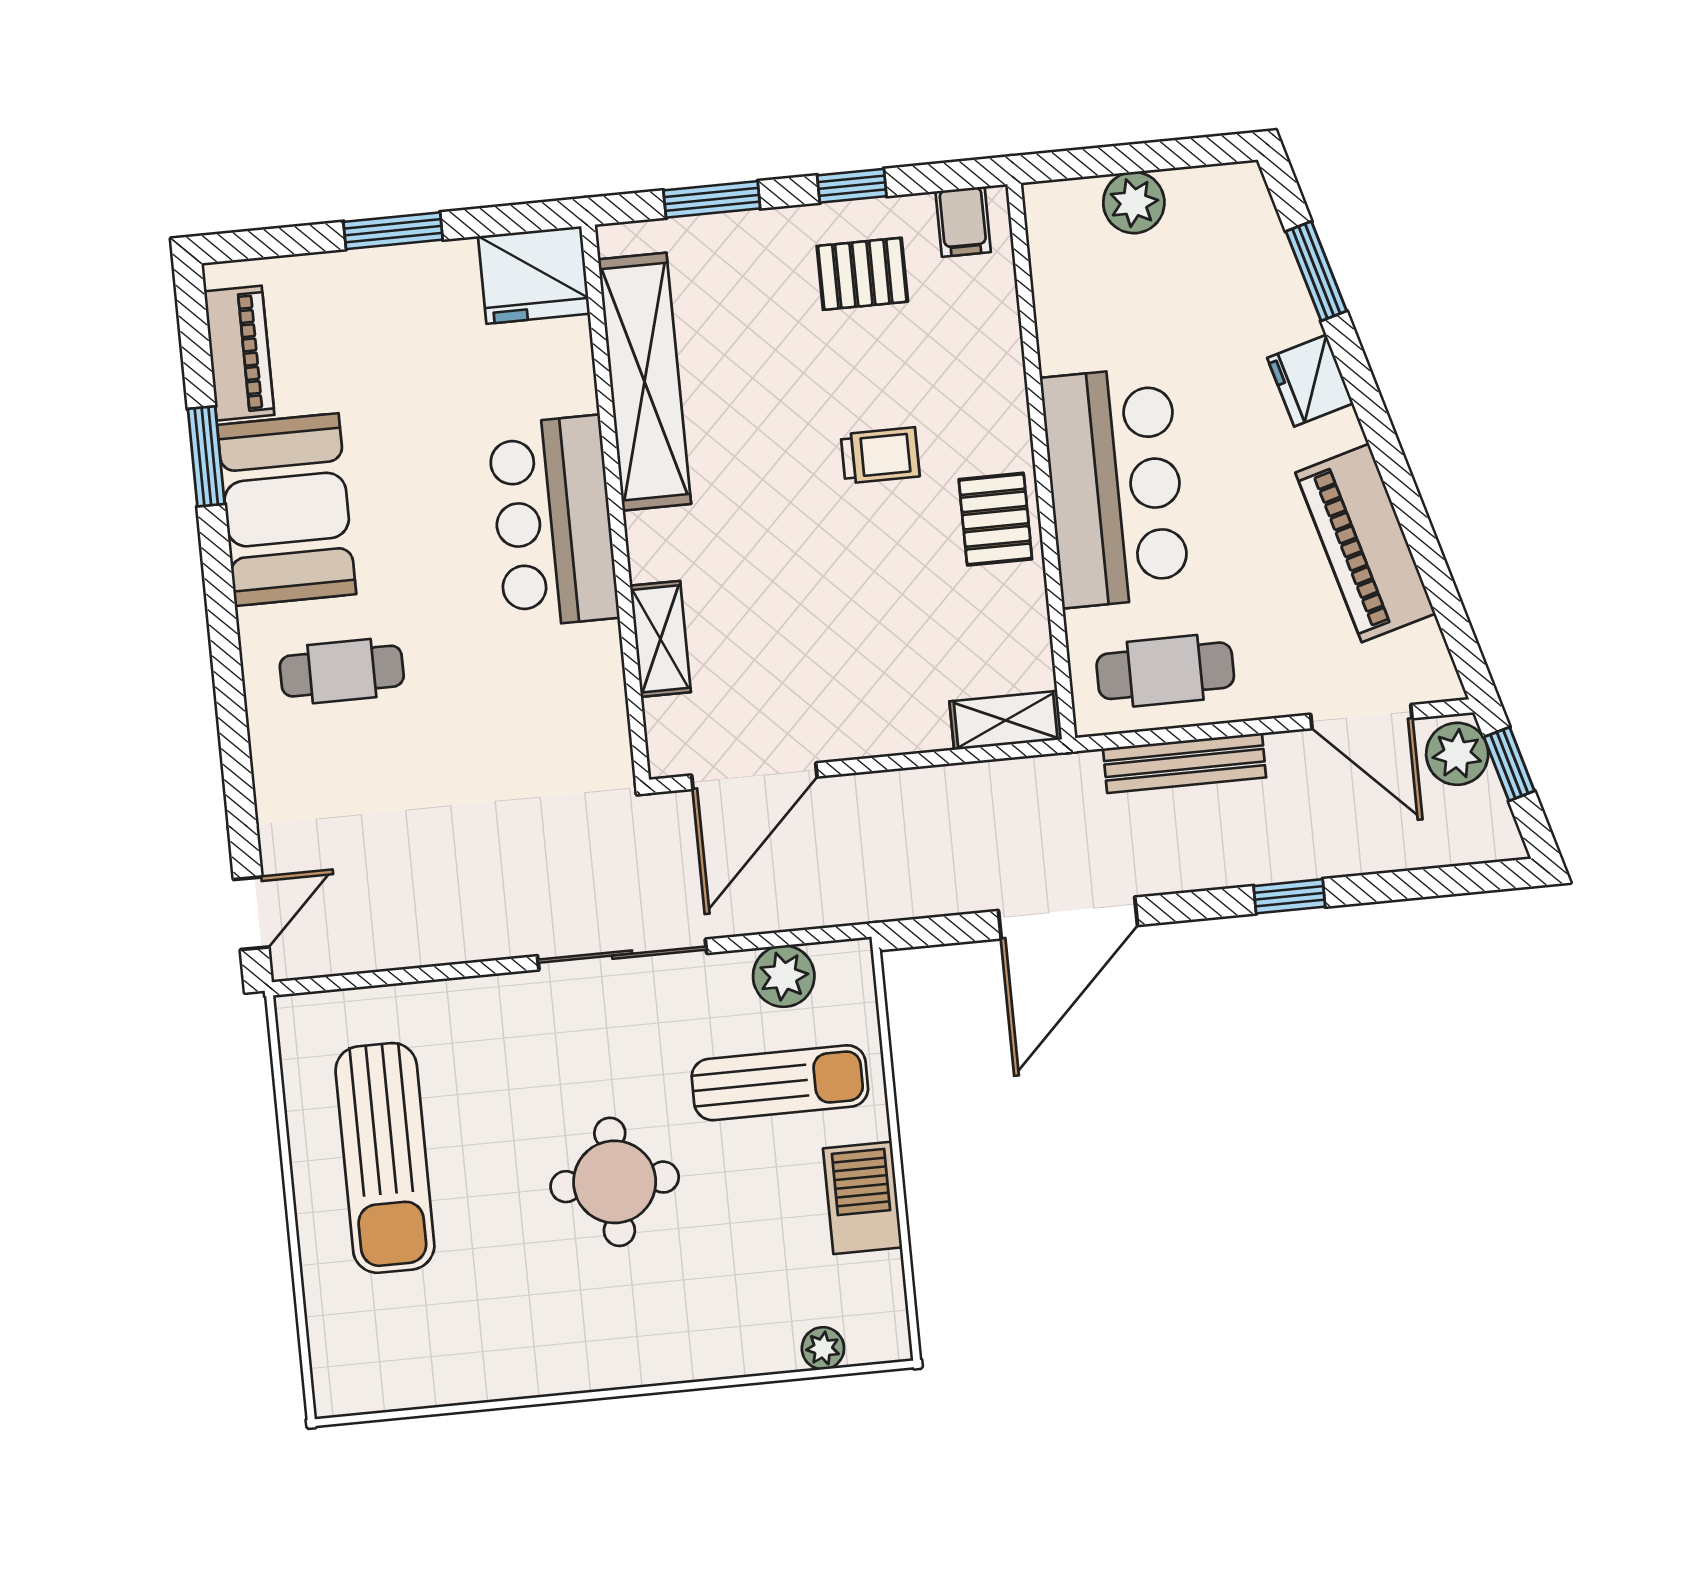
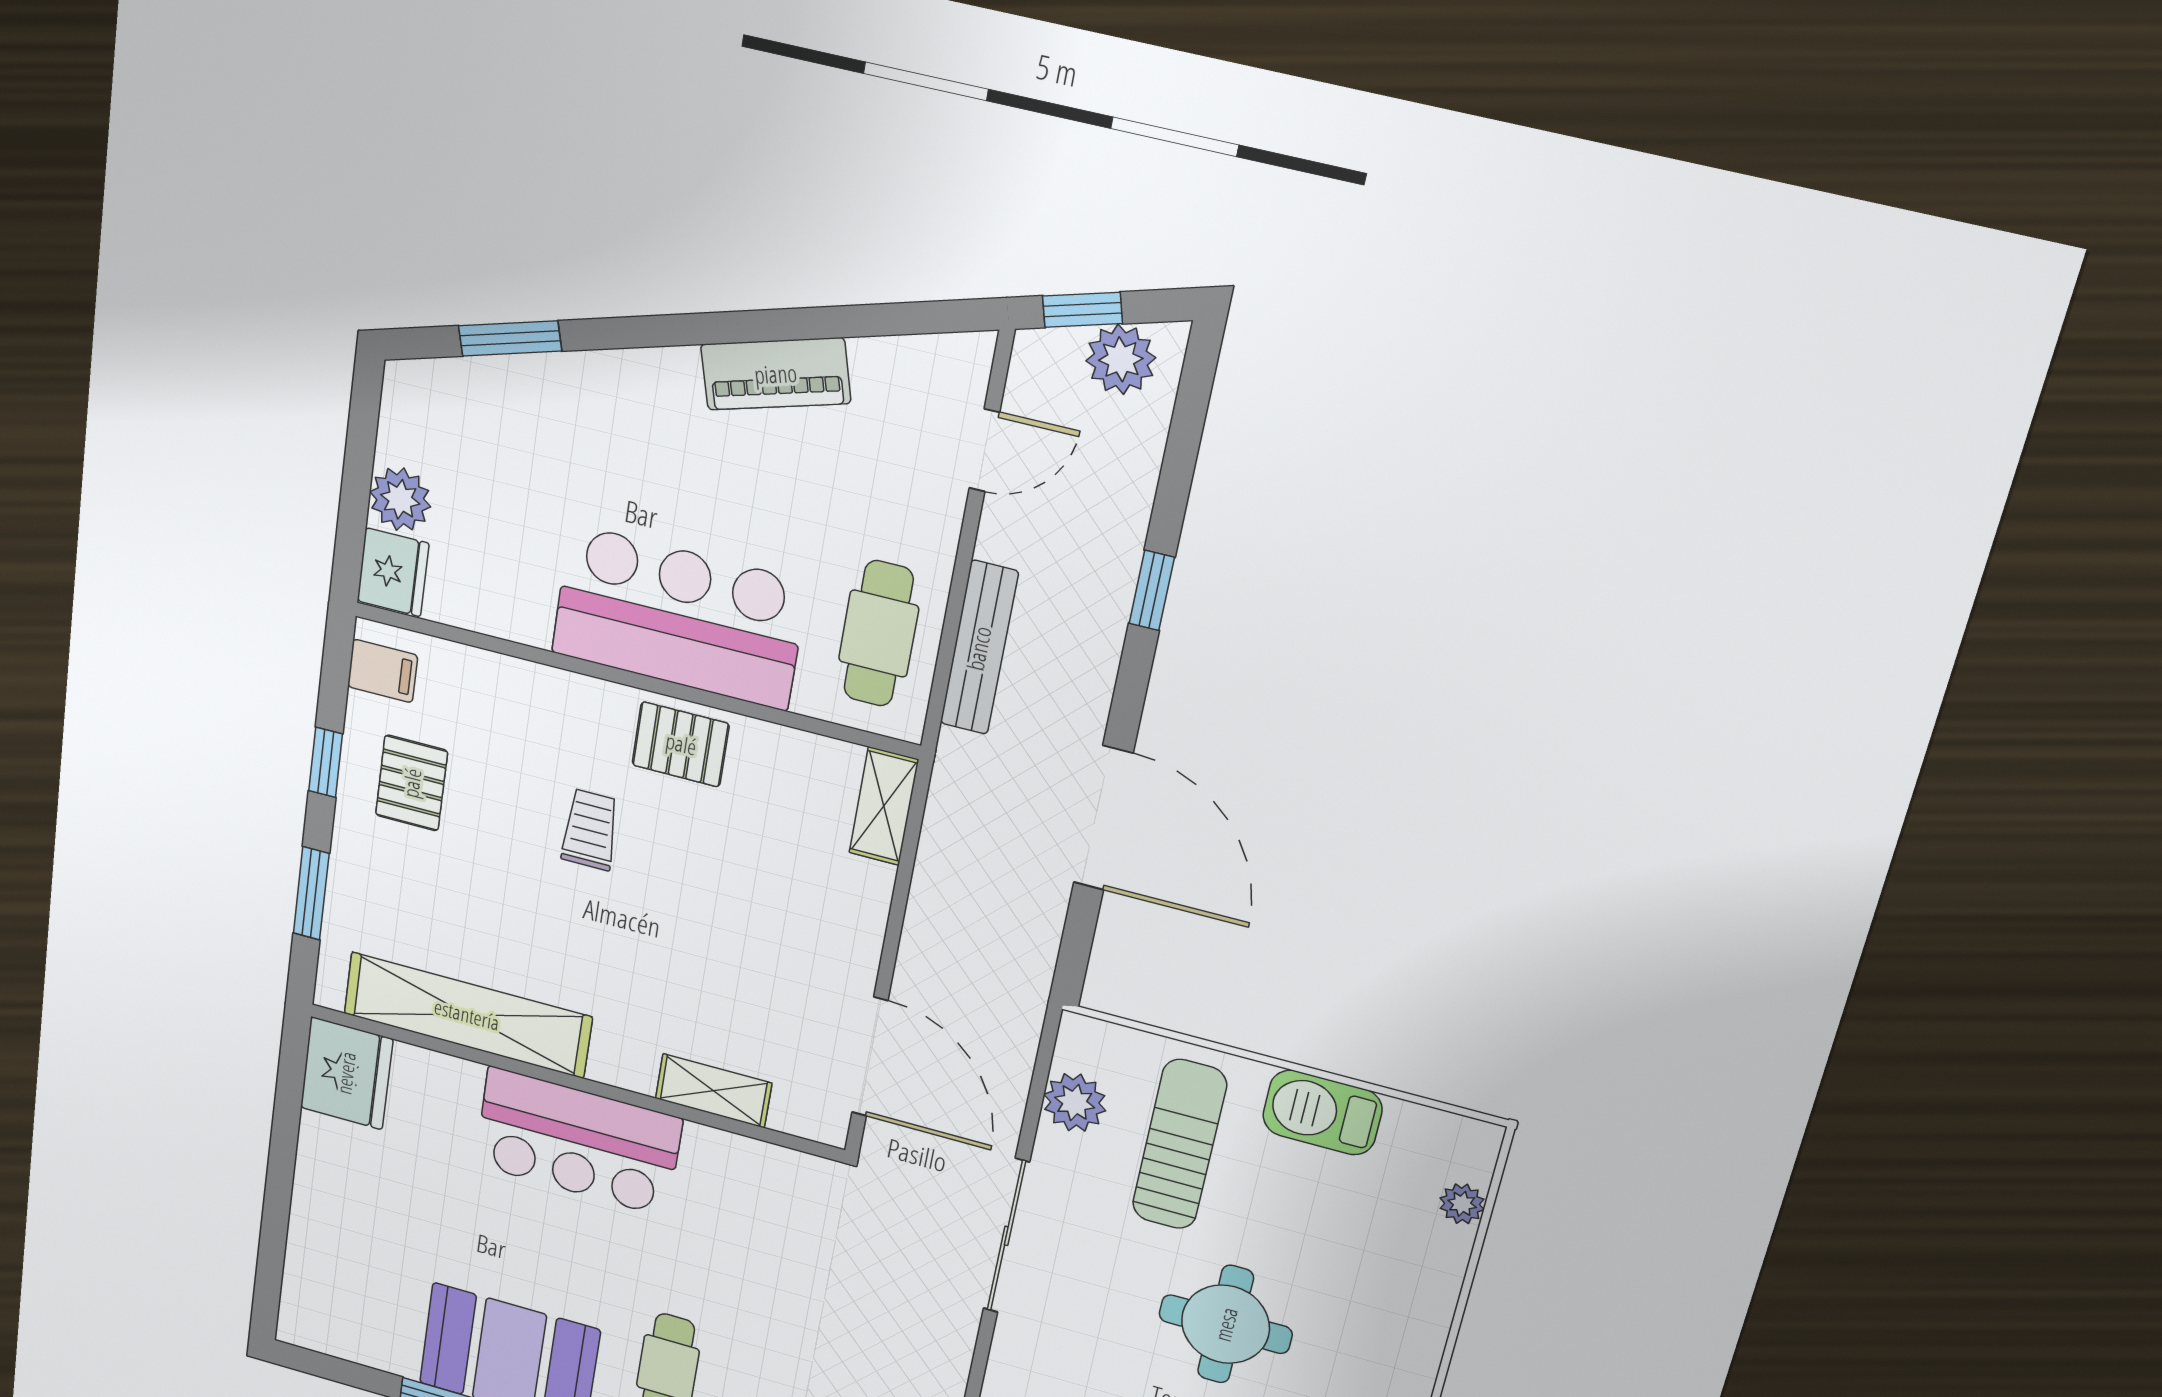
window: (393, 231) -> (280, 1176), removed
piano: (239, 353) -> (360, 1341), removed
fridge: (1310, 381) -> (393, 572), moved, turned -74
piano: (1365, 543) -> (776, 374), width x0.73, depth x0.75
door: (1361, 717) -> (984, 450), width x0.73
plant: (1457, 754) -> (1121, 359), moved

